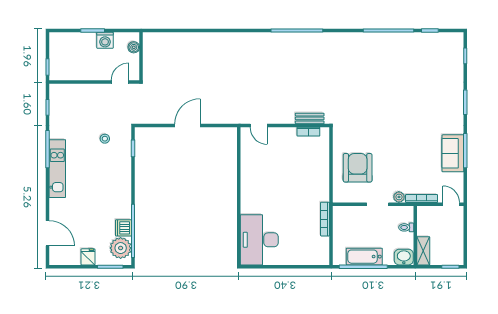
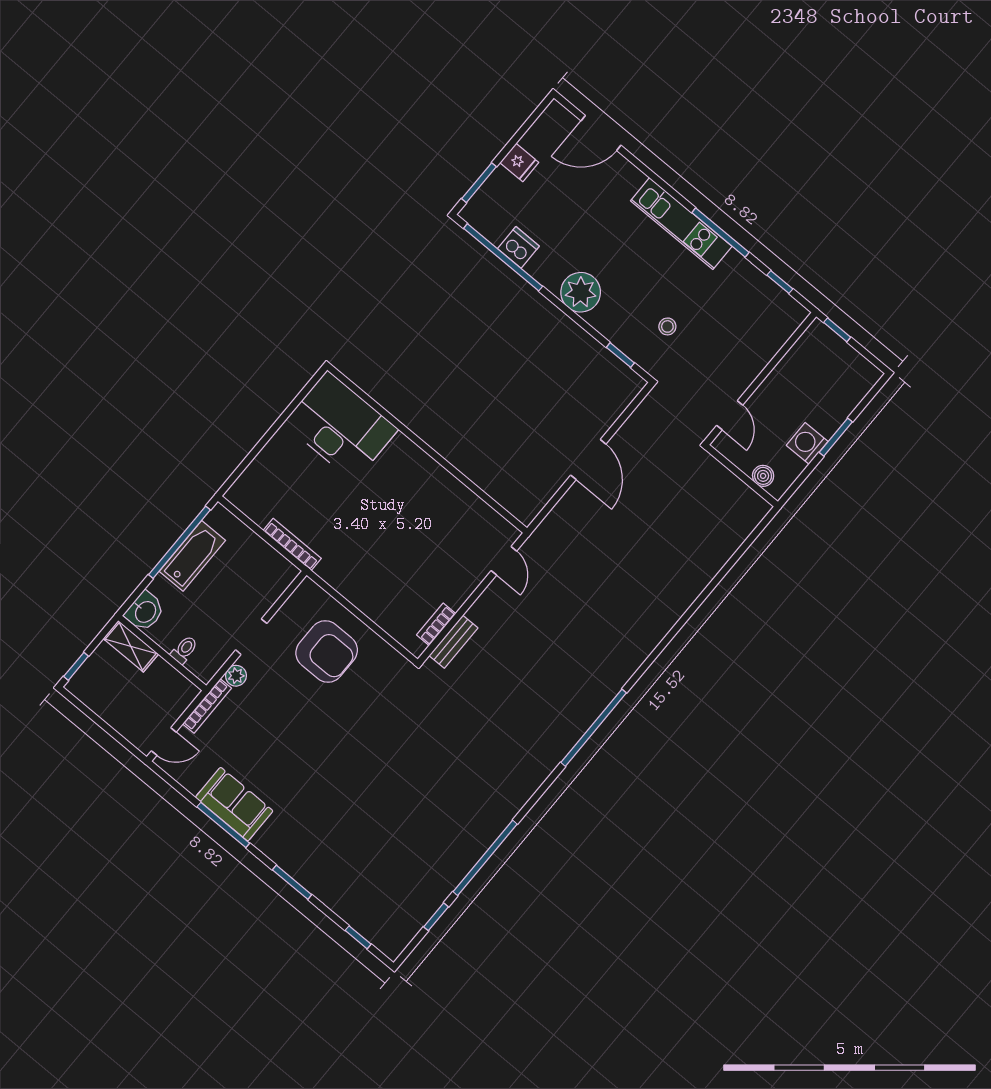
door: (259, 126) -> (504, 561), swing flipped
plant: (121, 248) -> (581, 292), moved

